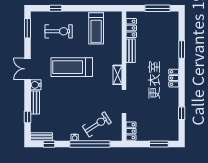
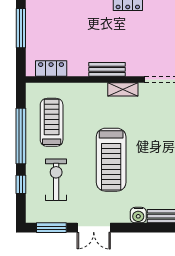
window: (87, 8) -> (21, 136), added
treadmill: (96, 28) -> (52, 122), turned -90
bench: (131, 51) -> (107, 69), moved
double door: (27, 69) -> (94, 228), moved

